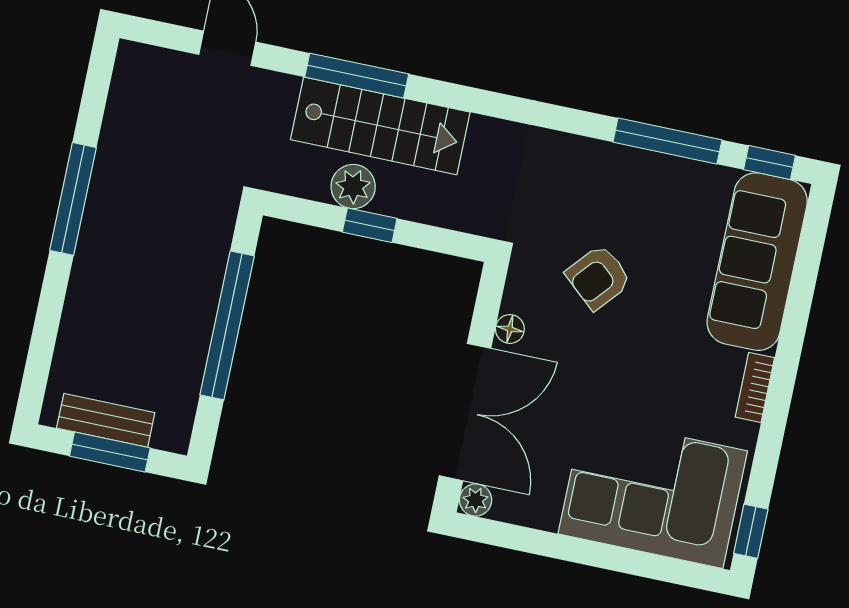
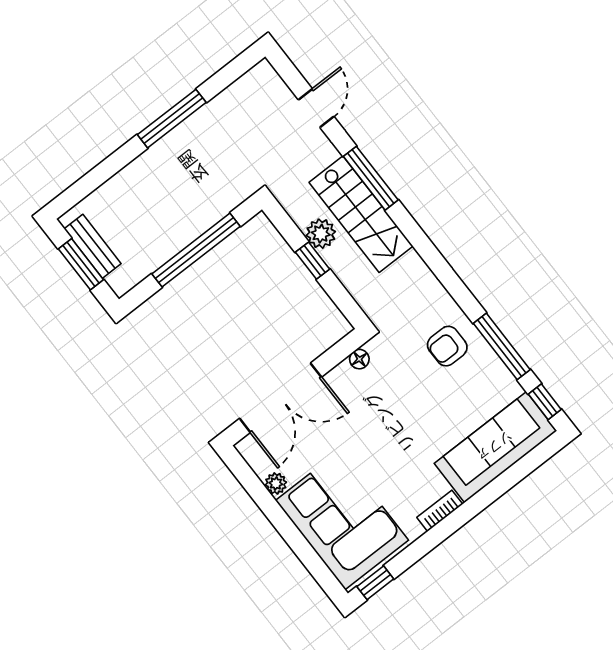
armchair: (598, 277) -> (447, 346), moved, turned -41
floor lamp: (510, 329) -> (359, 359), moved
plant: (476, 500) -> (276, 484), moved

